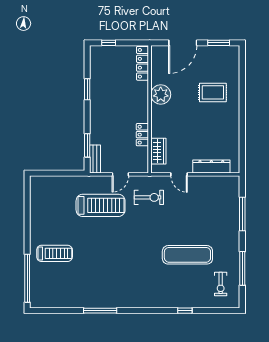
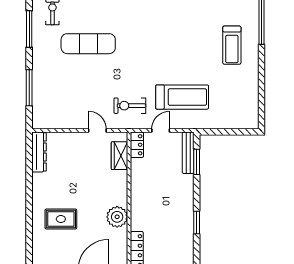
locker: (142, 135) -> (137, 145), moved
bench: (95, 159) -> (188, 153), width x1.36
dresser: (211, 166) -> (39, 152), moved, turned -90
treadmill: (101, 205) -> (182, 97), turned 180
treadmill: (55, 253) -> (232, 45), turned -90

